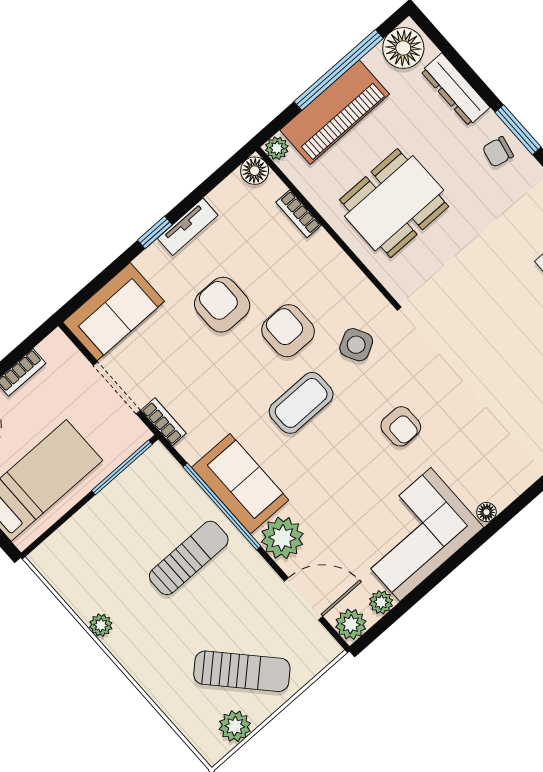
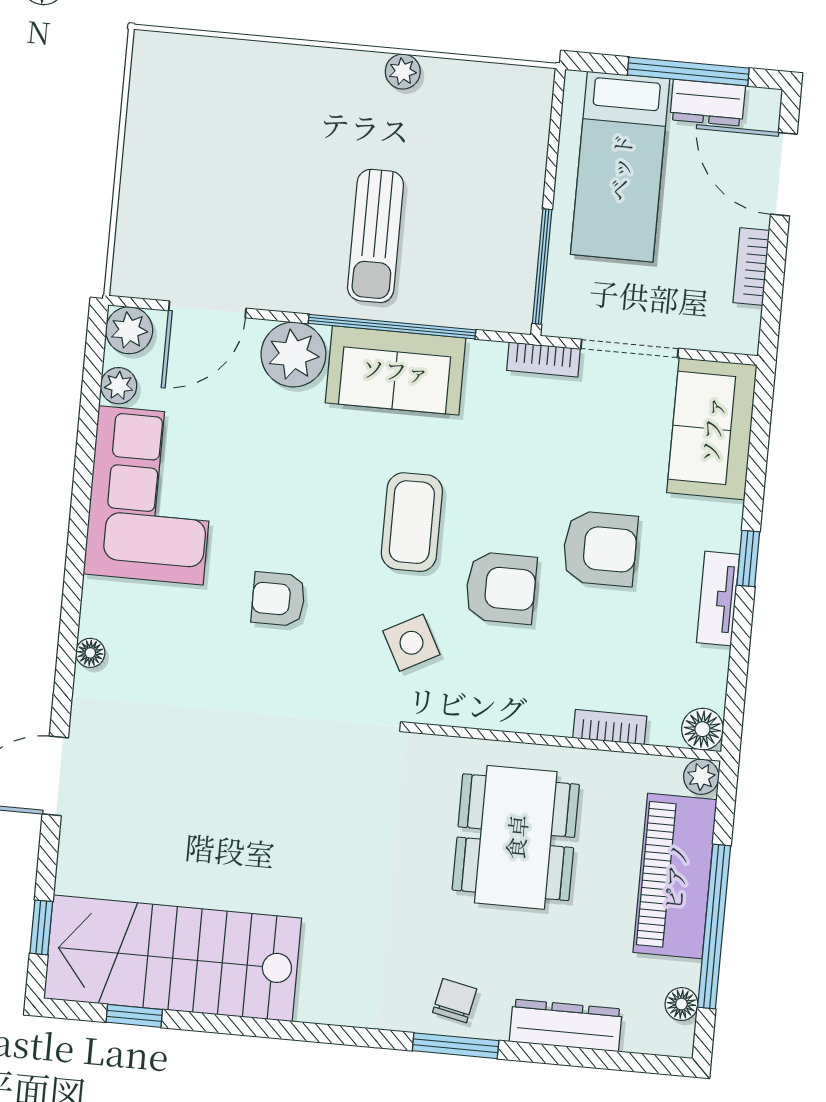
floor lamp: (403, 48) -> (681, 1004), width x0.53, depth x0.53
floor lamp: (486, 512) -> (90, 653), moved
sun lounger: (242, 671) -> (200, 166), removed
plant: (235, 726) -> (151, 99), removed

